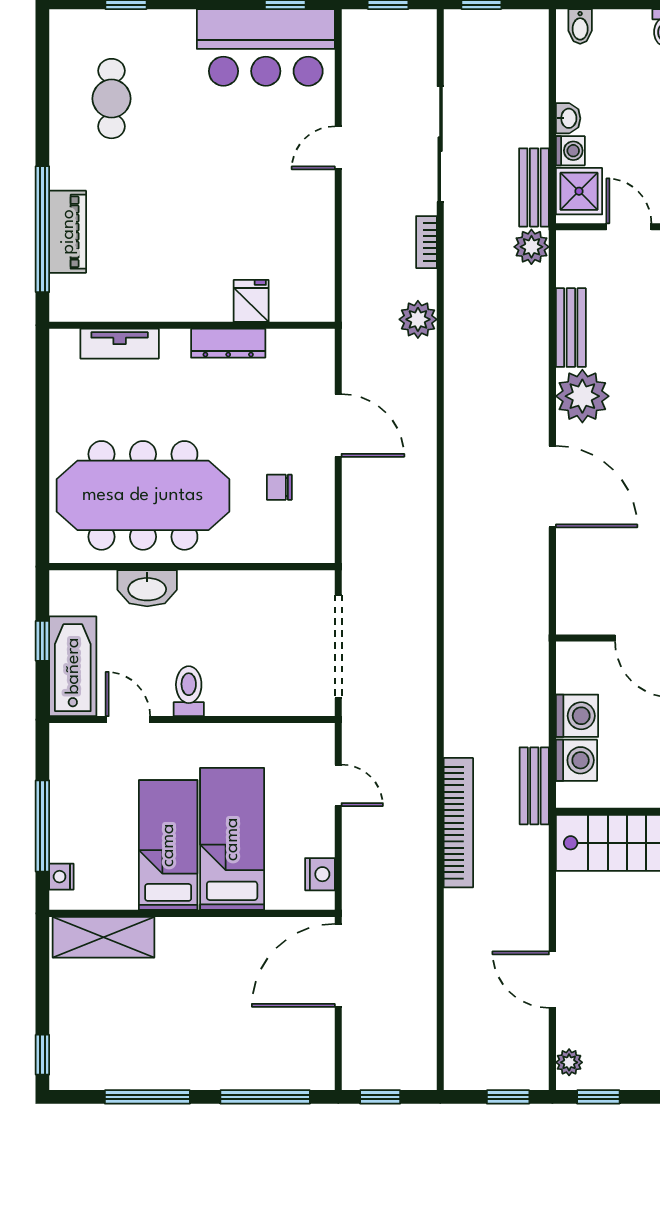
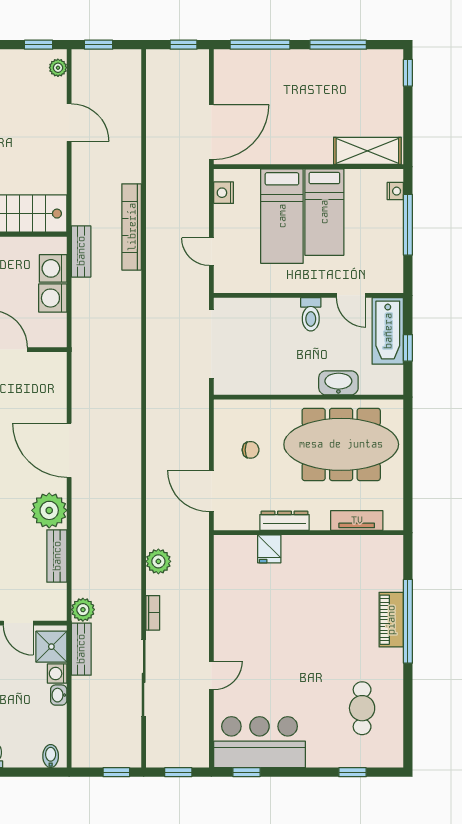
fridge: (251, 301) -> (269, 549), moved
wall: (192, 325) -> (309, 533), moved
dresser: (228, 343) -> (284, 521), moved
tv unit: (120, 344) -> (357, 520), moved

